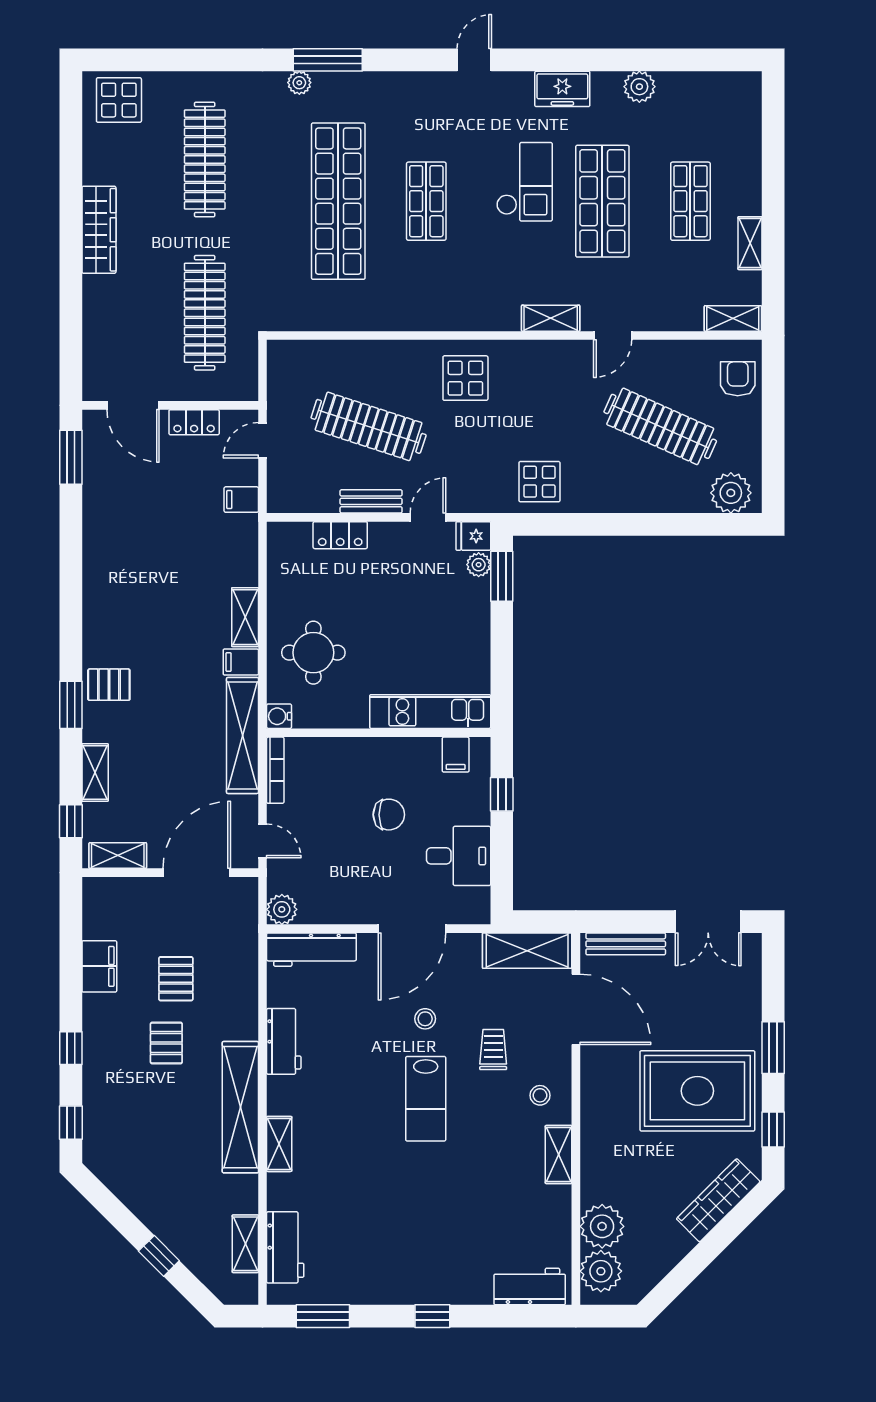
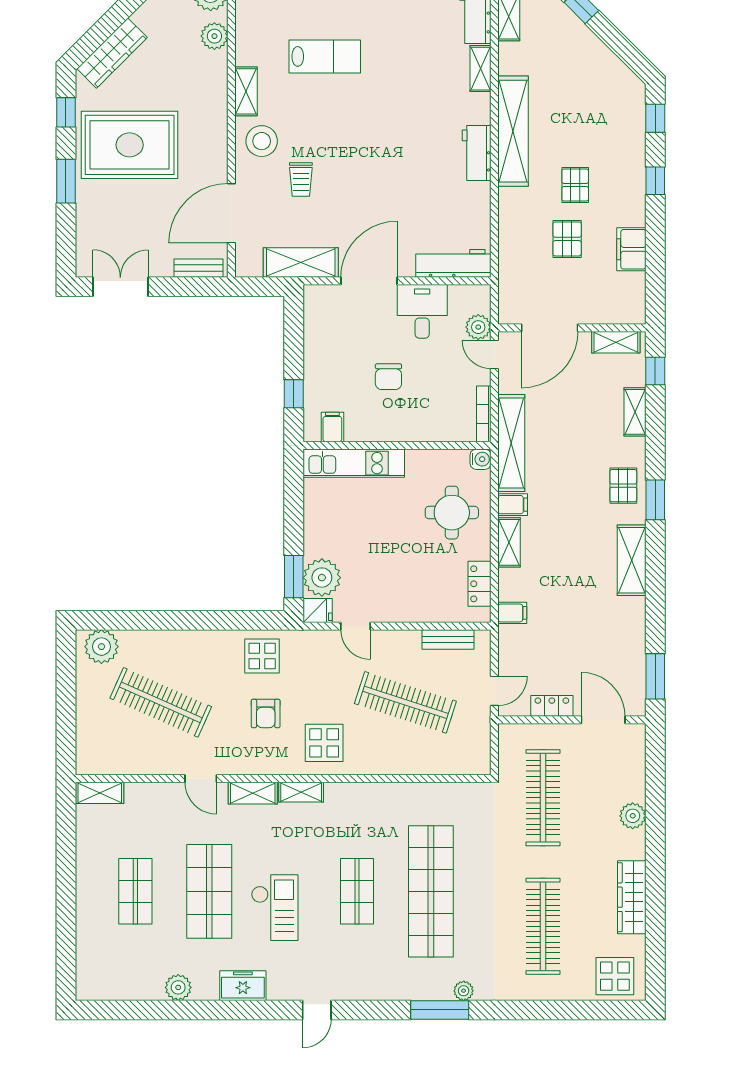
checkout: (524, 182) -> (275, 908), turned 180
wardrobe: (99, 230) -> (632, 897), moved
shelving: (750, 243) -> (301, 792), moved, turned 90
plant: (98, 291) -> (633, 816), added
door: (613, 335) -> (201, 779), swing flipped
armchair: (738, 379) -> (266, 713), moved
filing cabinet: (241, 500) -> (512, 613), moved
bench: (371, 501) -> (448, 639), moved
door: (428, 517) -> (356, 626), hinge flipped
locker: (340, 535) -> (479, 584), moved, turned -90
plant: (479, 565) -> (322, 578), width x1.88, depth x1.88
shelving: (99, 596) -> (632, 560), added
pallet: (109, 685) -> (623, 486), turned 90
window: (71, 705) -> (655, 500), moved
chair: (389, 815) -> (388, 377), turned -90
desk: (459, 856) -> (422, 311), moved, turned 90
plant: (282, 909) -> (478, 327), moved
bench: (626, 944) -> (199, 268), width x0.73
shelving: (527, 951) -> (301, 262), moved
door: (576, 1009) -> (231, 213), hinge flipped
stool: (425, 1019) -> (358, 205), removed
workbench: (284, 1041) -> (477, 153), moved
stool: (540, 1095) -> (262, 141), width x1.89, depth x1.89
lab bench: (426, 1099) -> (325, 56), moved, turned 90
shelving: (279, 1144) -> (480, 69), moved
plant: (602, 1226) -> (214, 36), width x0.73, depth x0.73

